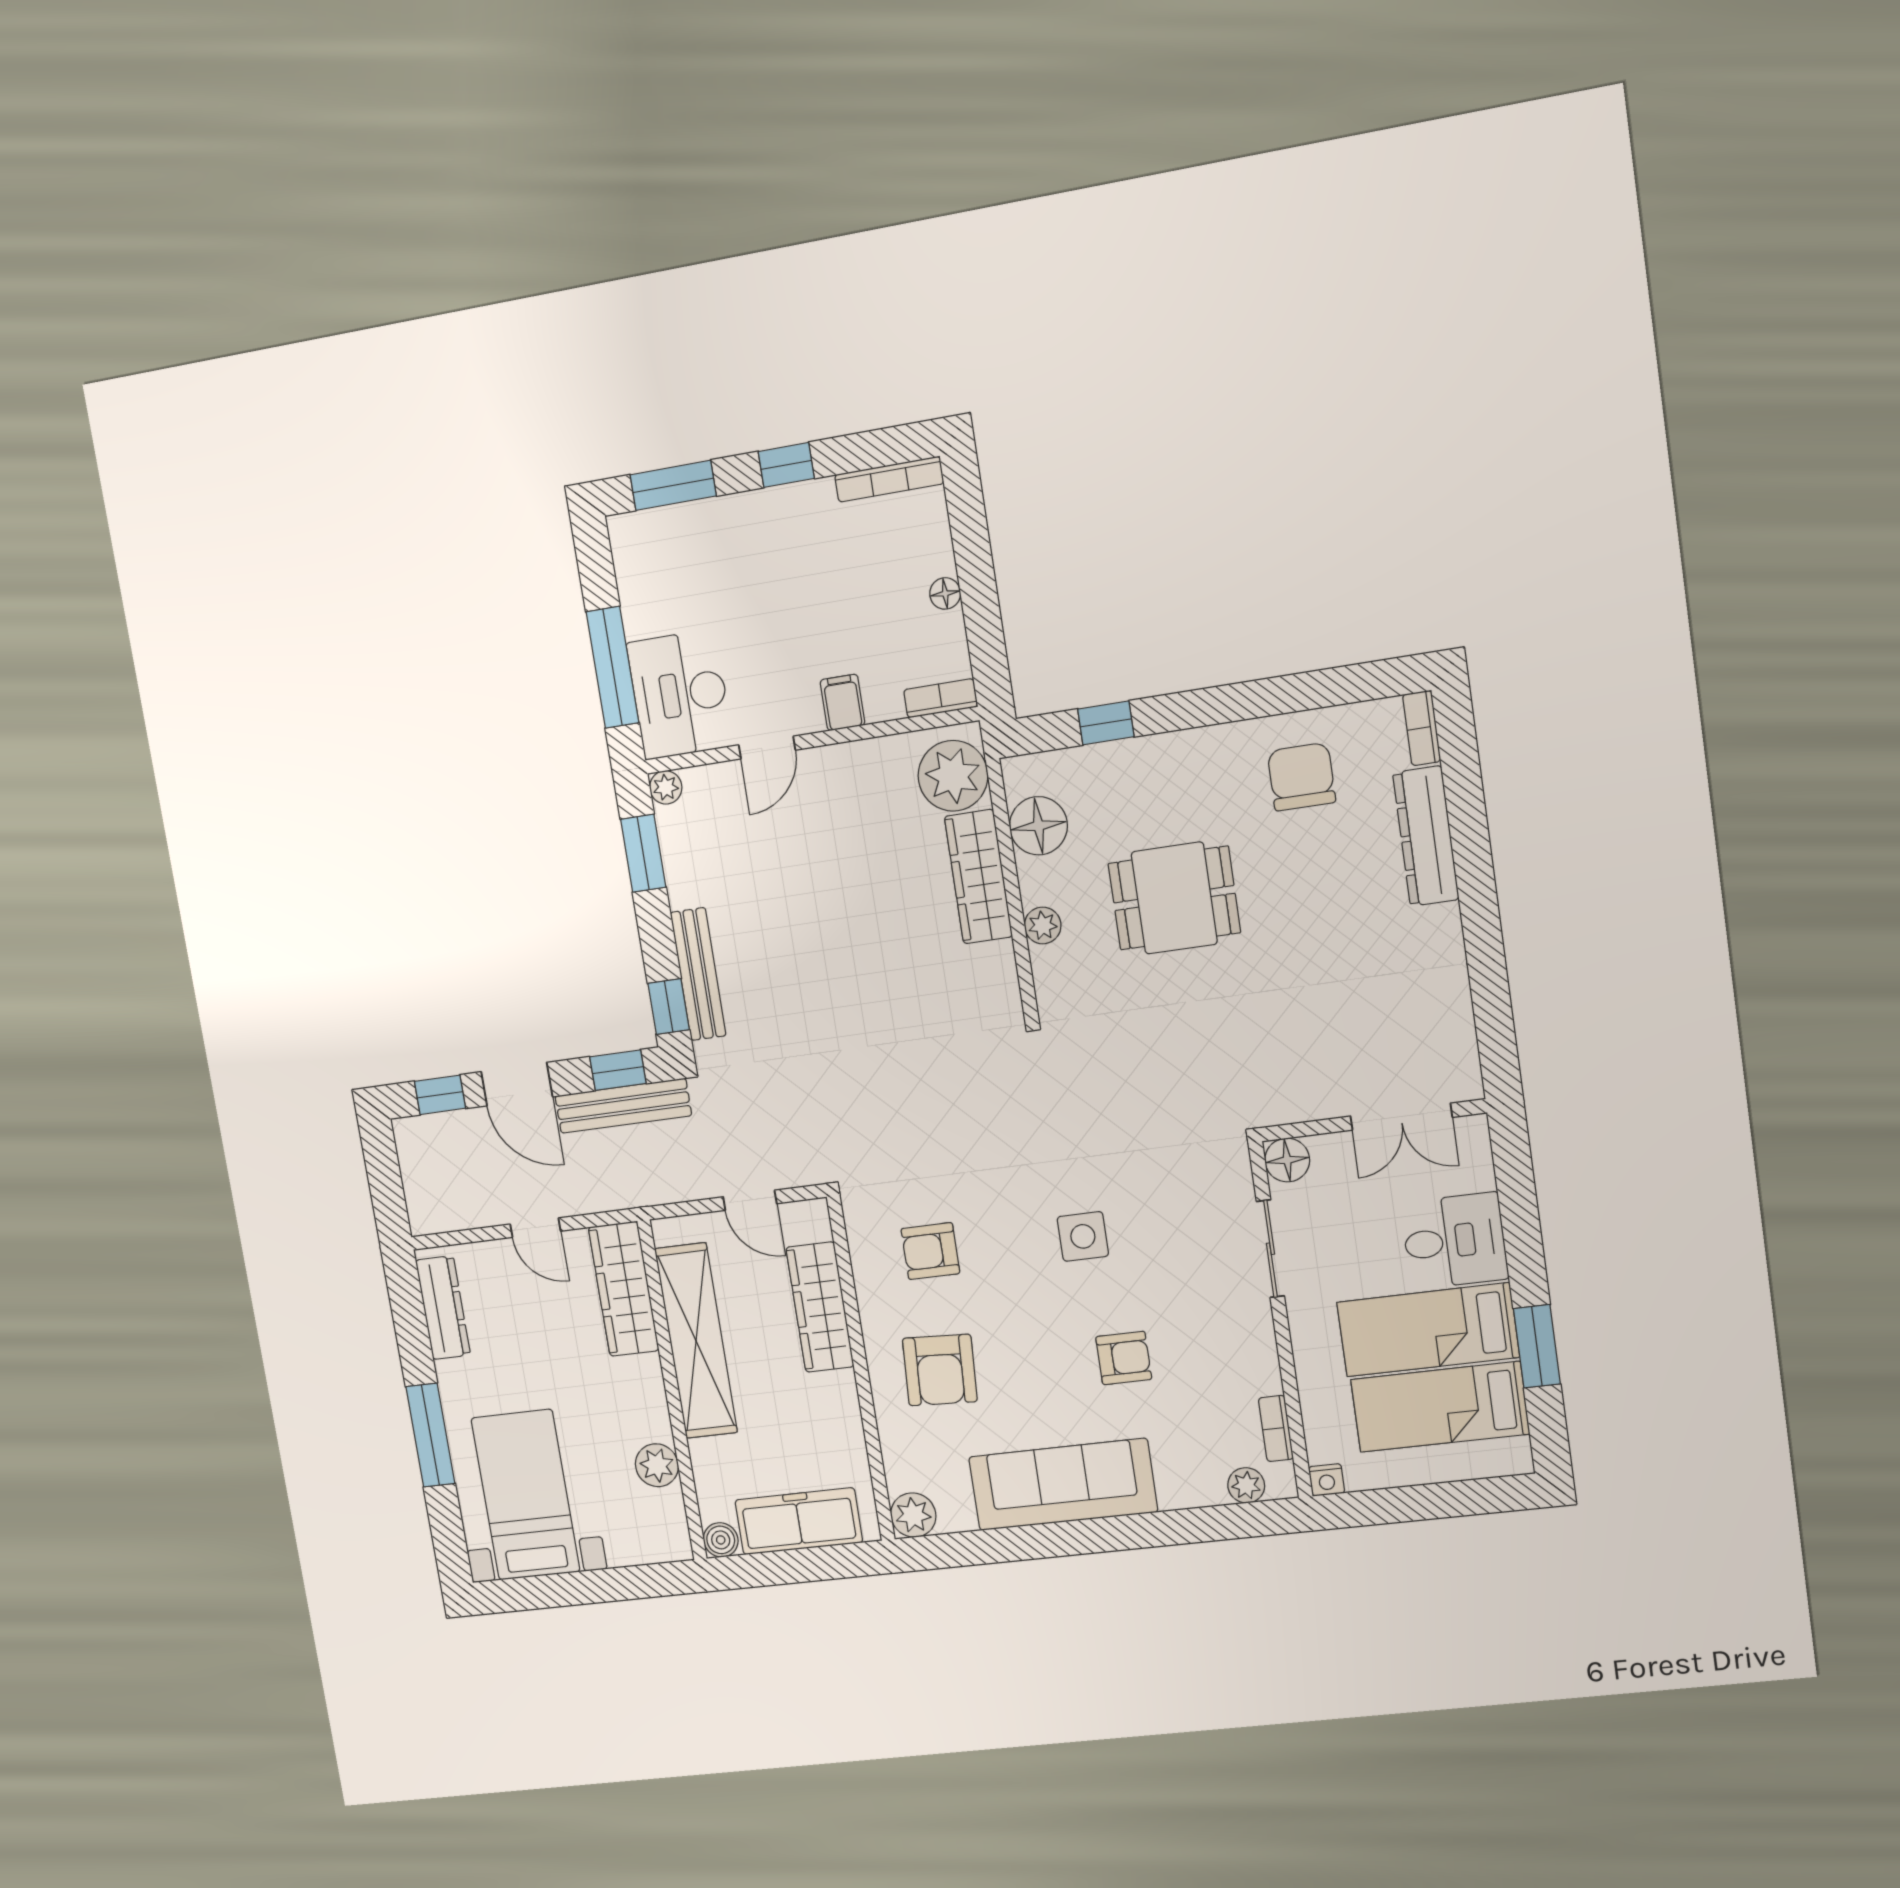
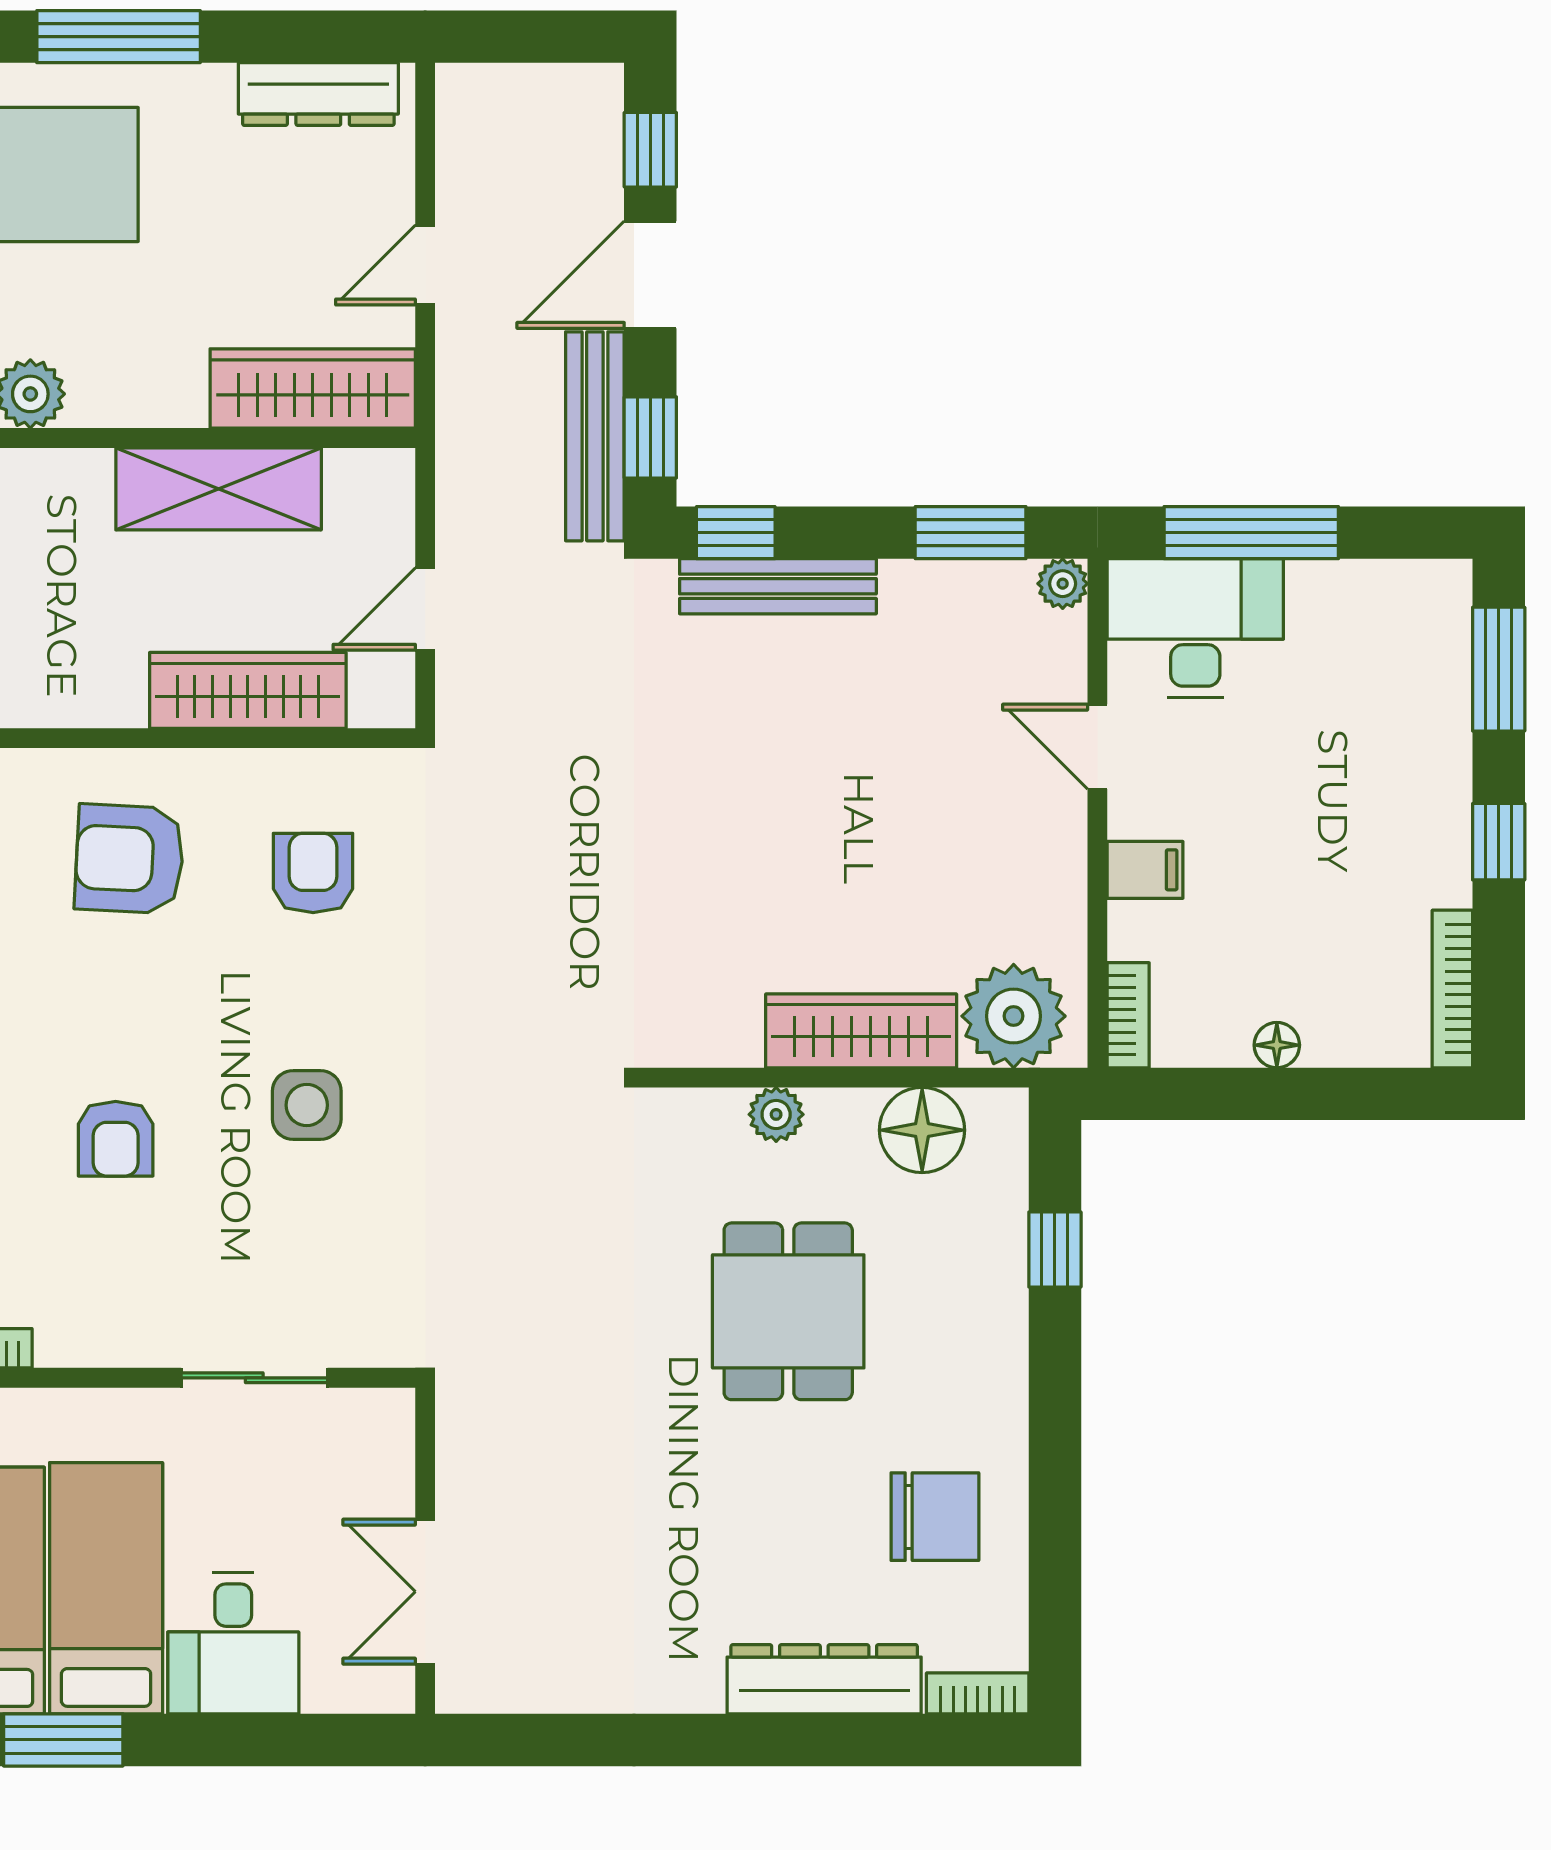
floor lamp: (1287, 1160) -> (383, 1420), removed
shelving: (696, 1341) -> (219, 489), width x0.68

